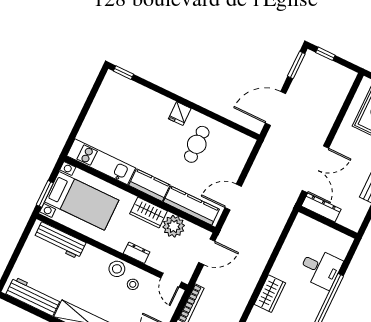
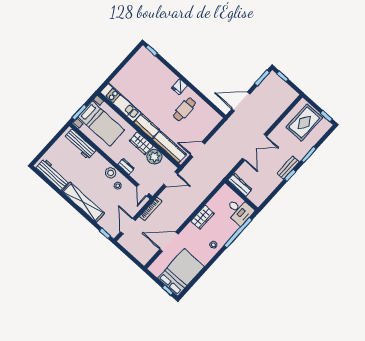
dresser: (321, 208) -> (240, 185), moved
wall: (328, 222) -> (241, 195), moved

